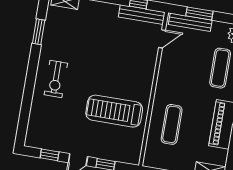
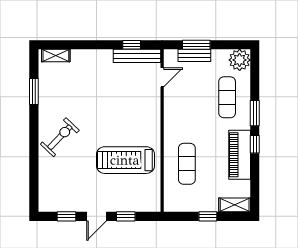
bench: (190, 22) -> (194, 55), width x0.73
exercise bike: (56, 79) -> (60, 137), turned -136

